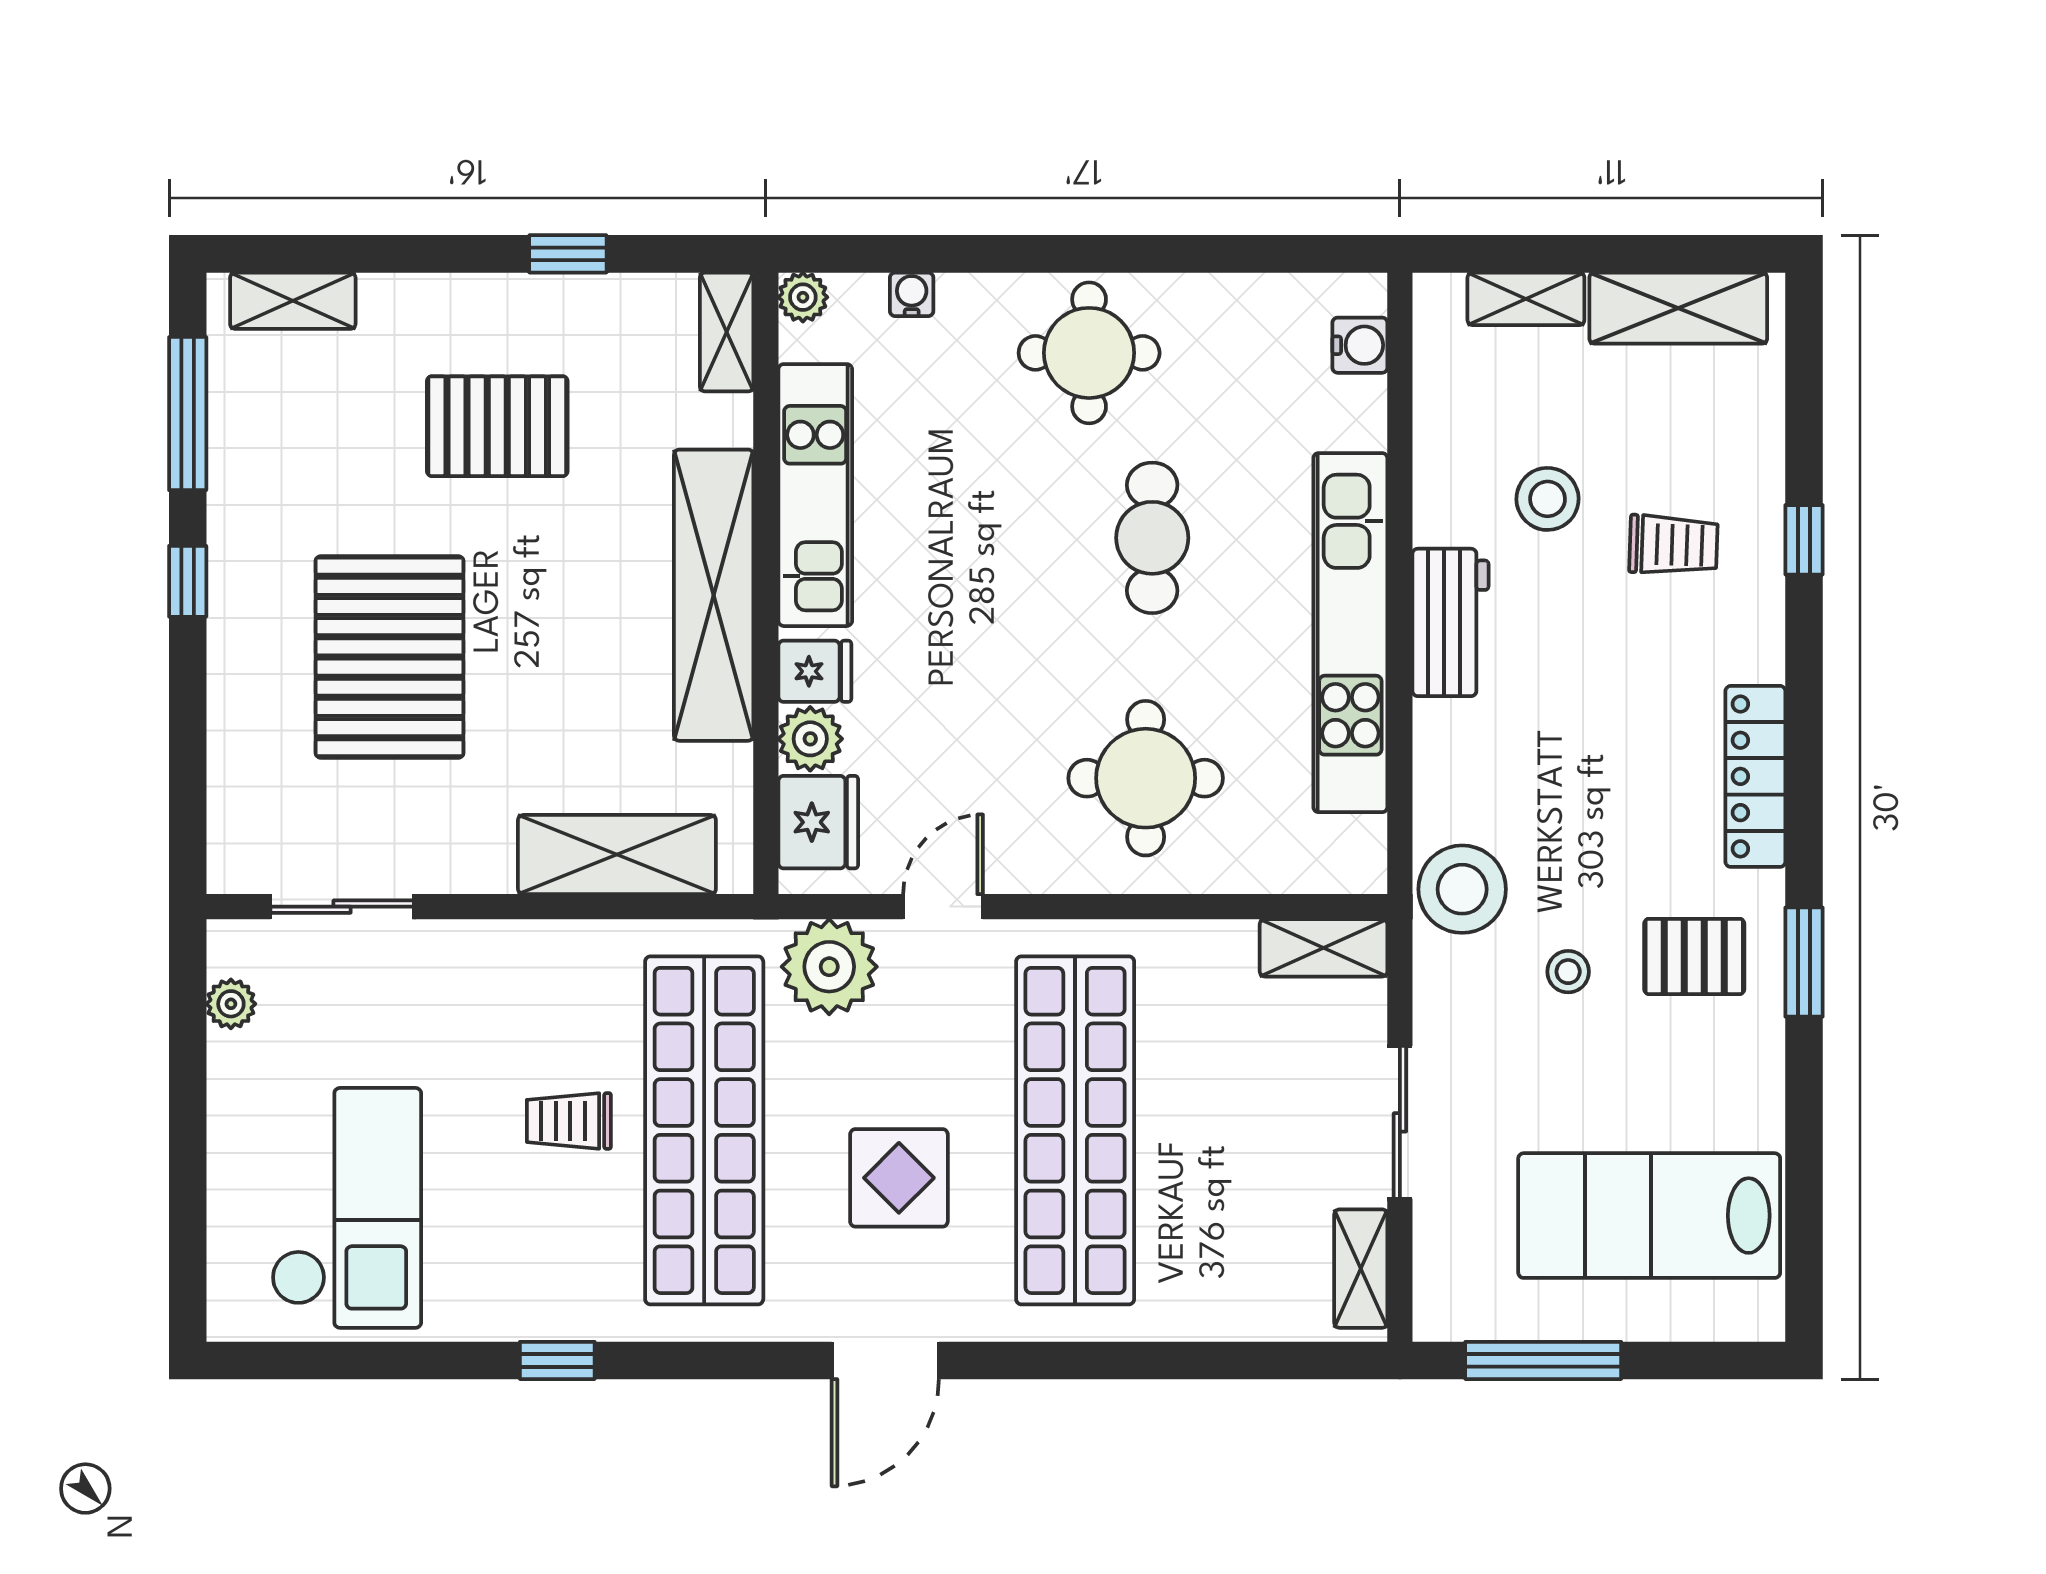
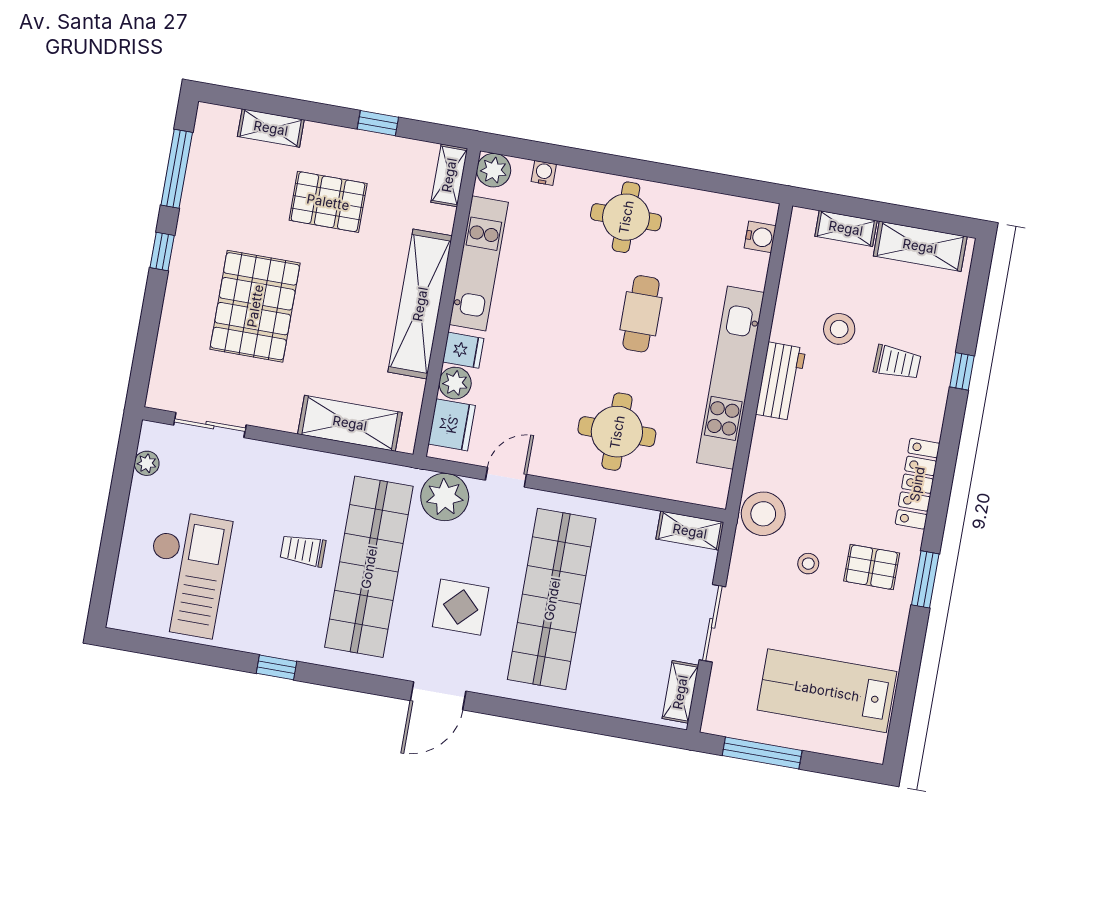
plant: (803, 297) -> (494, 170), width x1.38, depth x1.38
shelving: (293, 301) -> (271, 128), moved

